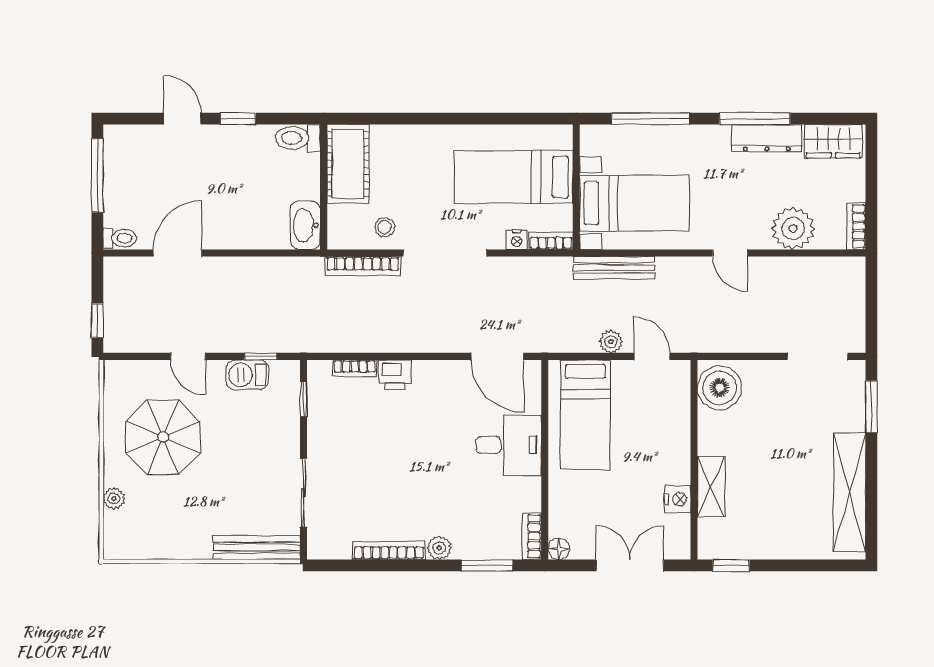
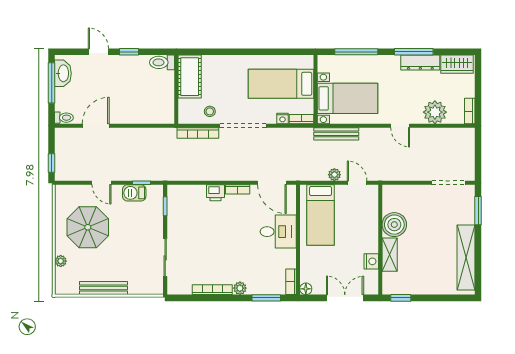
washbasin: (305, 225) -> (63, 73), moved, turned 180
bookcase: (355, 369) -> (238, 189), moved
boiler: (719, 388) -> (394, 225), moved
bench: (257, 548) -> (103, 288), moved

